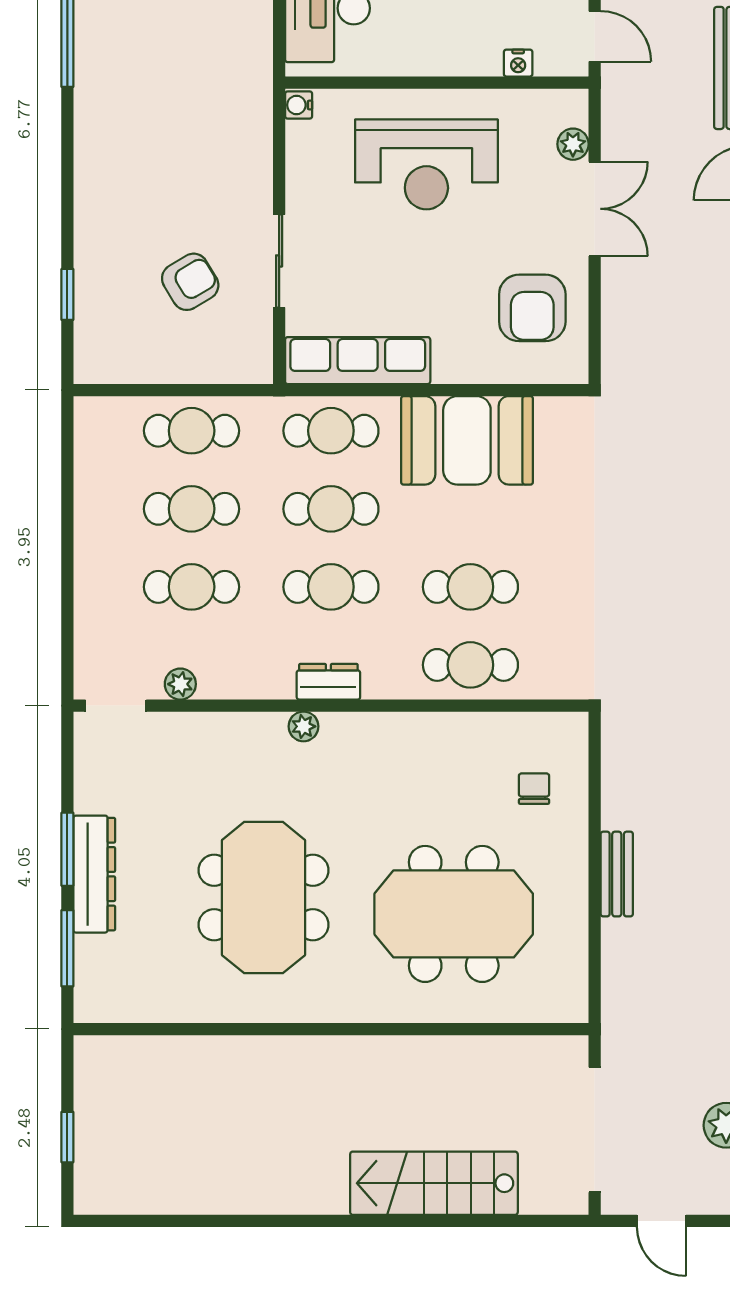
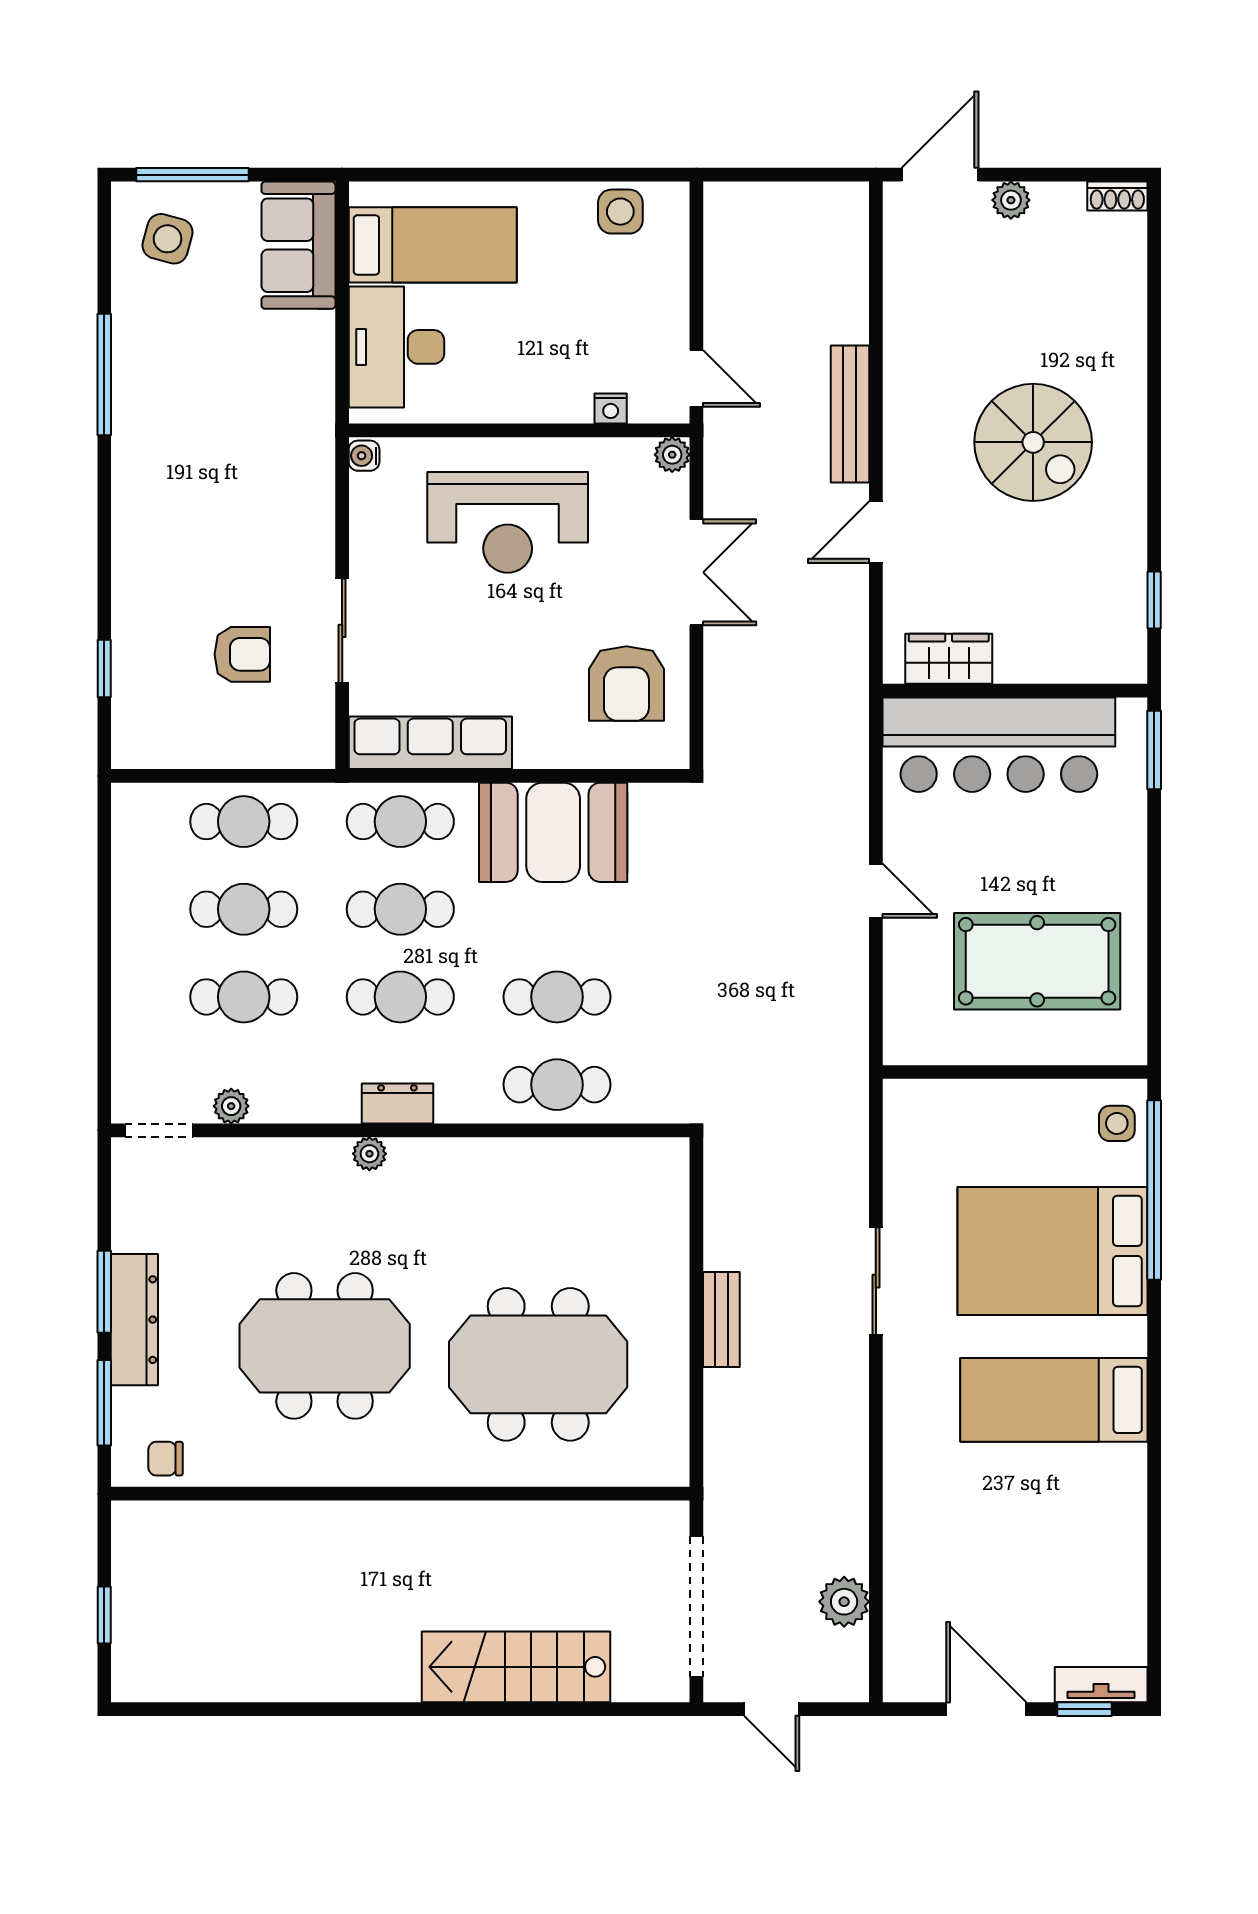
plant: (573, 144) -> (672, 455), moved
armchair: (190, 282) -> (242, 654), turned 31
chair: (534, 789) -> (165, 1459), moved, turned -90
meeting table: (263, 898) -> (325, 1346), turned 90

